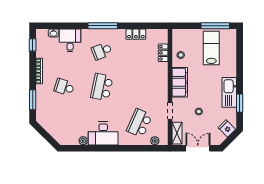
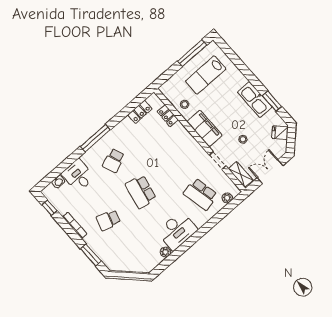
locker: (136, 34) -> (140, 112), moved
lab bench: (211, 48) -> (206, 75), turned -90
school desk: (139, 123) -> (201, 194), turned -36

